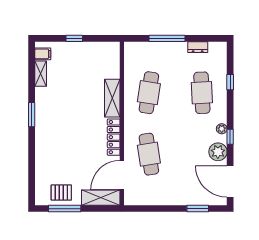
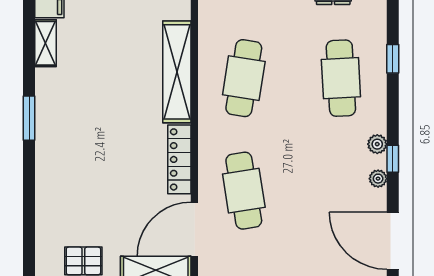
shelving: (112, 98) -> (177, 72), width x1.47
plant: (218, 152) -> (378, 179), width x0.53, depth x0.53

